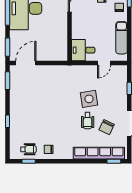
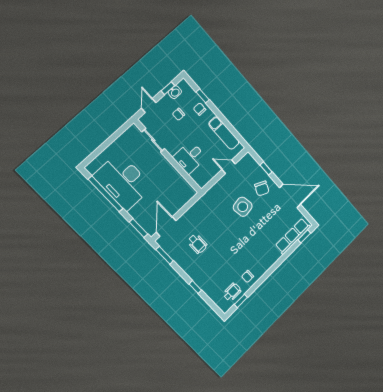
desk: (83, 50) -> (190, 157), moved
door: (104, 63) -> (229, 167), swing flipped
wheelchair: (88, 121) -> (197, 244), moved
chair: (107, 127) -> (262, 188), moved
row of seats: (99, 153) -> (293, 236), width x0.73

